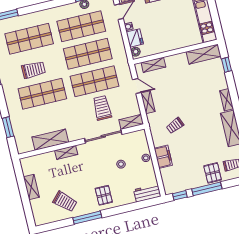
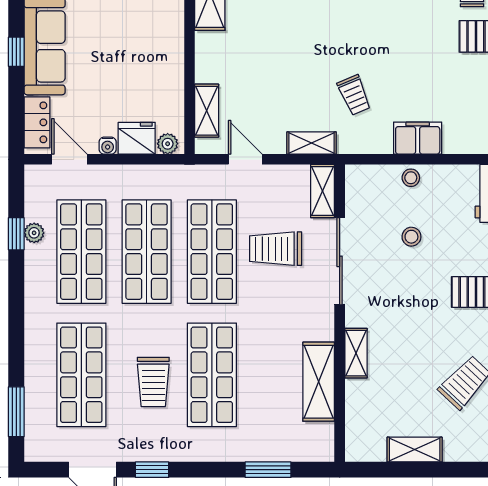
trolley: (33, 70) -> (153, 382), turned 180
door: (137, 86) -> (245, 159), hinge flipped
shelving: (148, 102) -> (312, 143), moved

